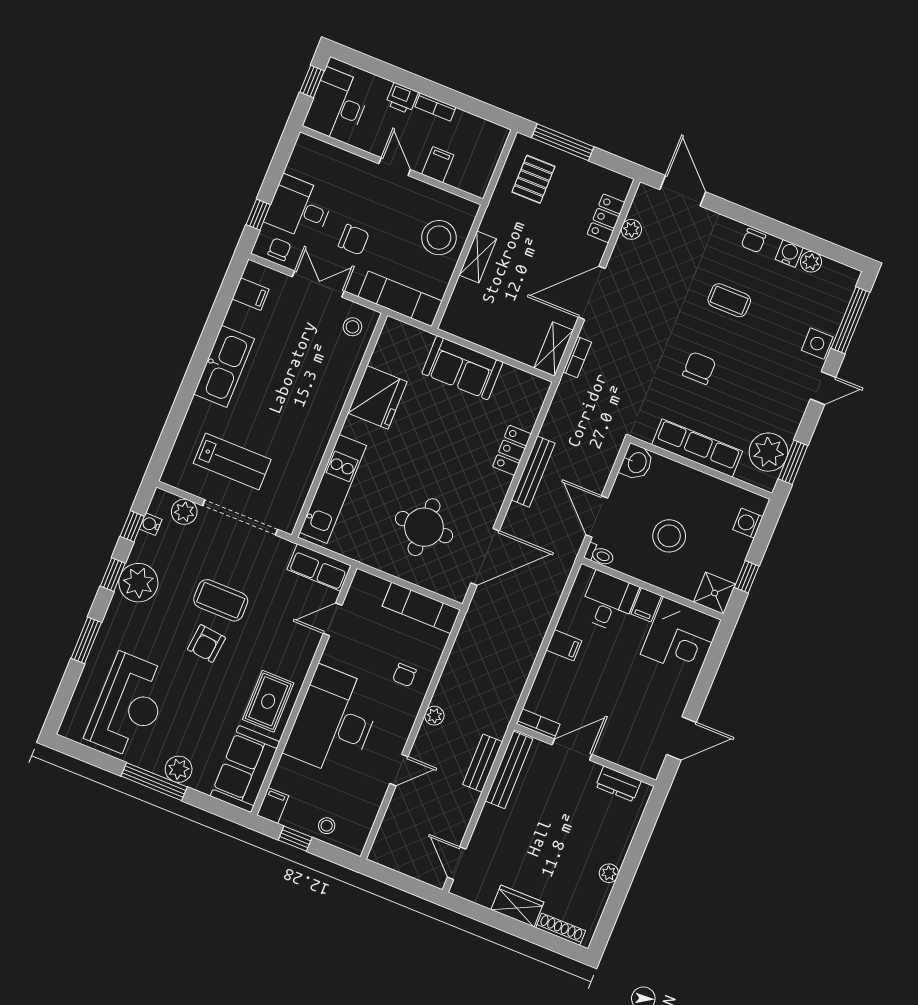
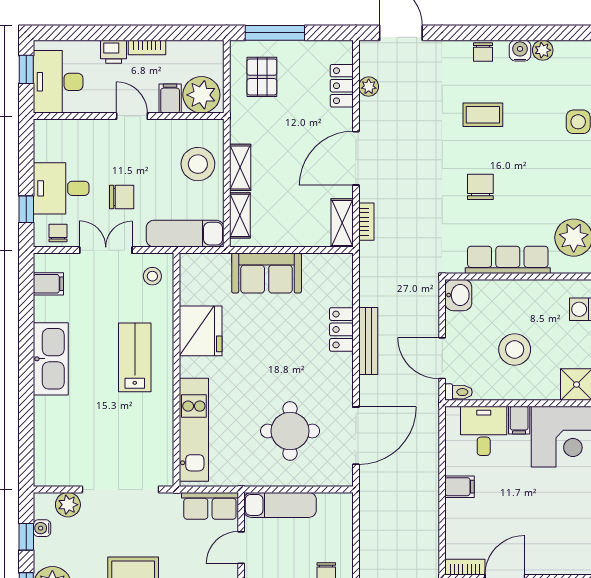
plant: (469, 173) -> (201, 95), added
shelving: (459, 303) -> (240, 215), added
lab bench: (232, 461) -> (135, 357), moved, turned -90
exam couch: (421, 608) -> (280, 505), moved

